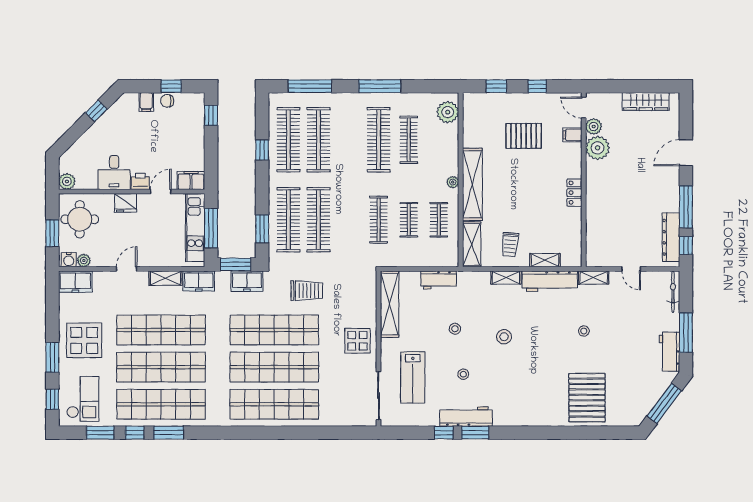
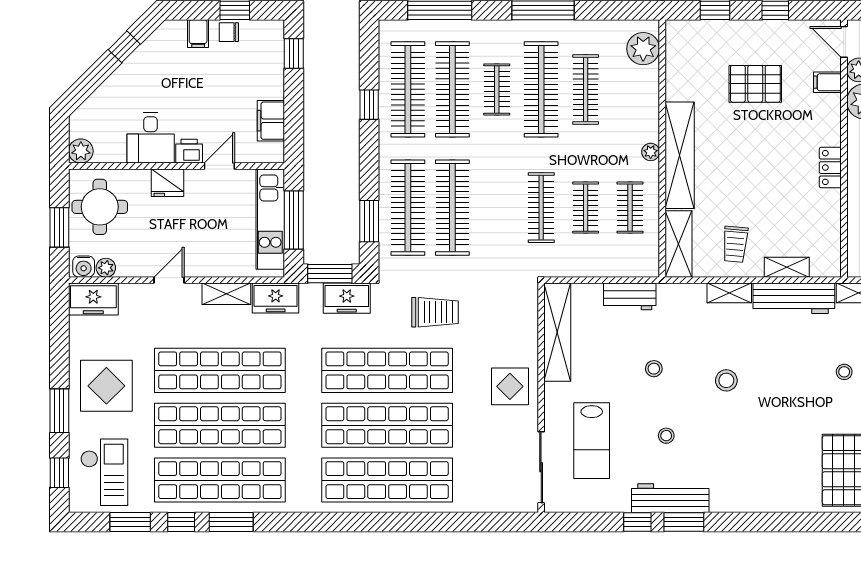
clothes rail: (349, 140) -> (497, 89), added
filing cabinet: (191, 180) -> (271, 121), moved, turned -90

